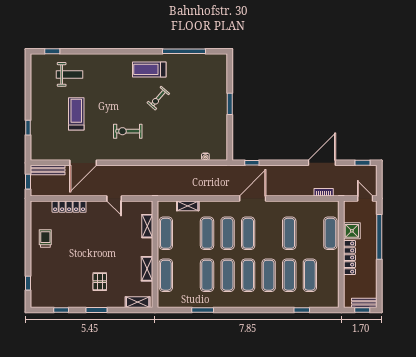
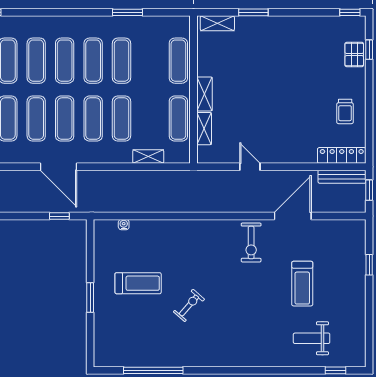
treadmill: (149, 69) -> (138, 283), moved
exercise bike: (128, 131) -> (251, 243), moved, turned 90
bench: (48, 170) -> (342, 177), moved
door: (253, 198) -> (58, 167), hinge flipped
locker: (69, 207) -> (342, 155), moved
exercise mat: (269, 233) -> (36, 119), added
shelving: (147, 269) -> (204, 94), moved
pallet: (100, 282) -> (354, 55), moved
window: (61, 310) -> (350, 12), moved
window: (97, 310) -> (253, 12), moved

